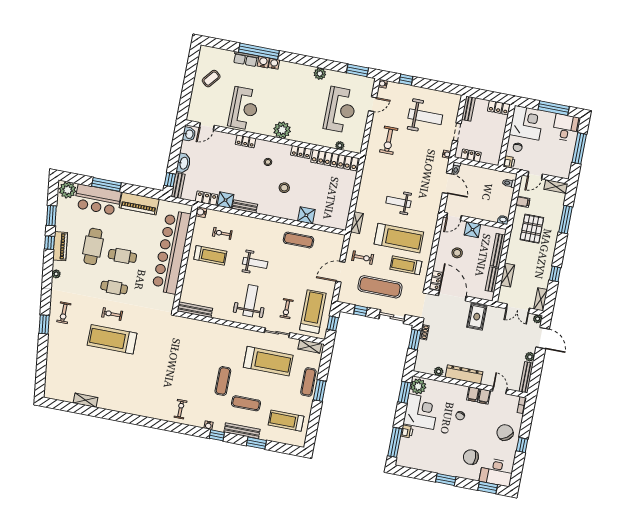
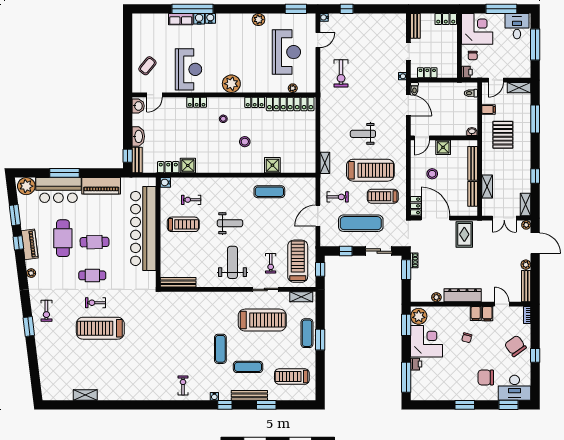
coffee table: (211, 79) -> (147, 66), moved
weight bench: (425, 117) -> (373, 42), removed
bench: (245, 206) -> (209, 168), removed

